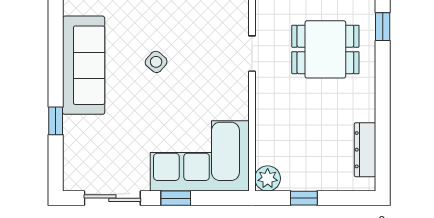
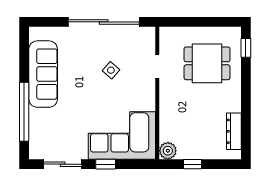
side table: (156, 62) -> (111, 70), moved
window: (56, 121) -> (24, 112), width x3.17

